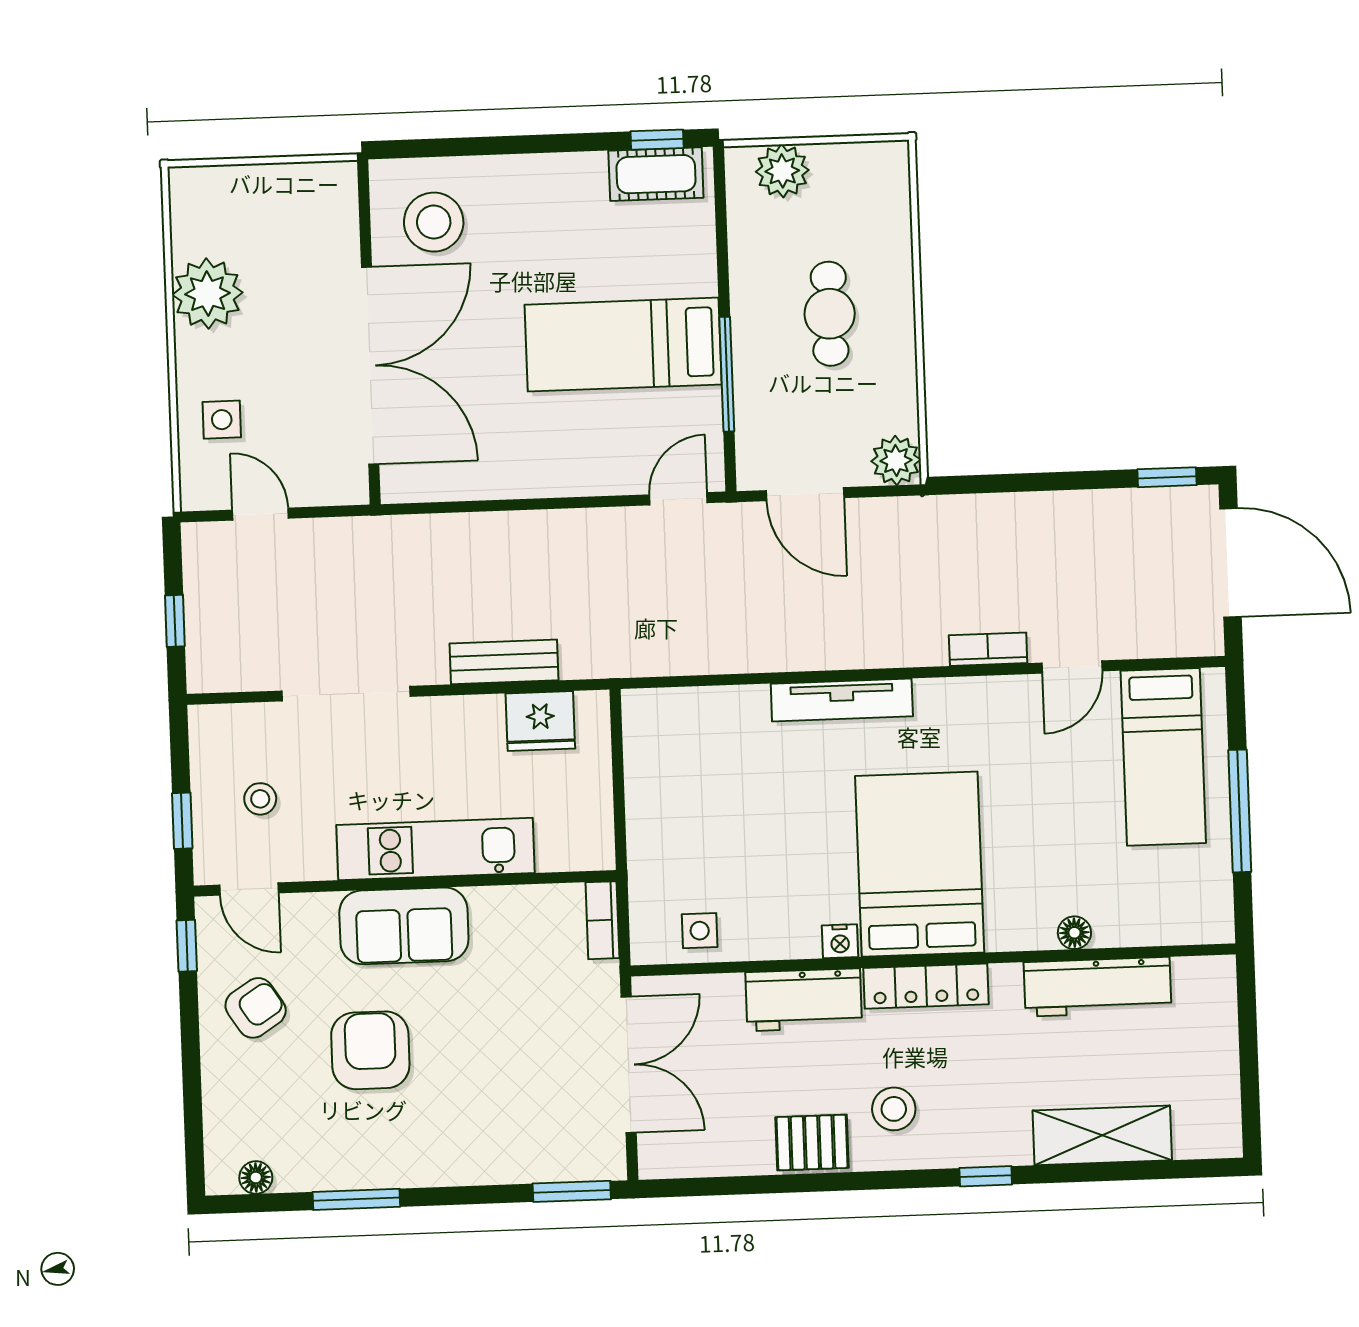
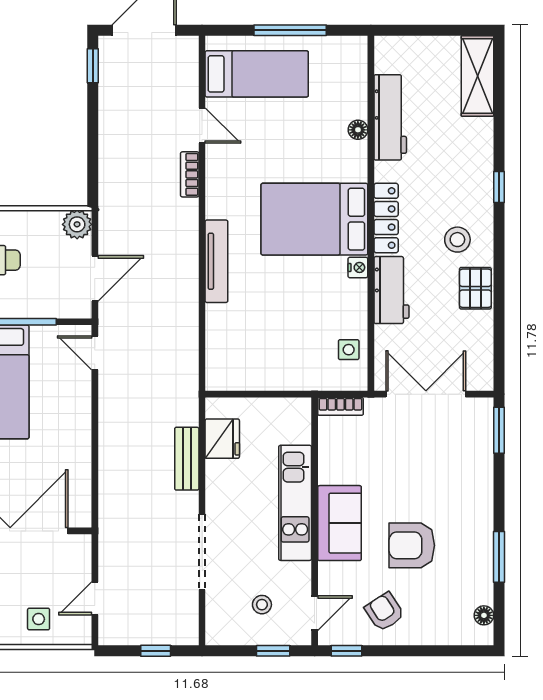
shelving: (1102, 1135) -> (477, 76), moved

